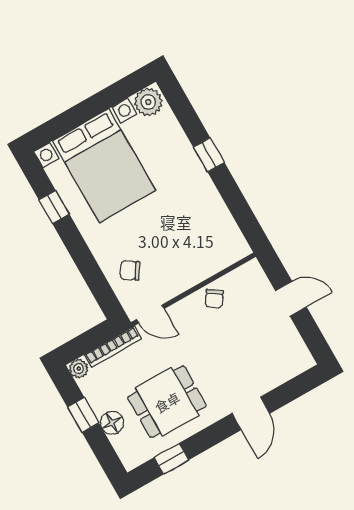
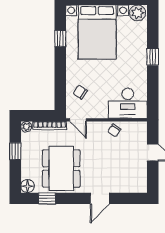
desk: (211, 246) -> (128, 103), added
dining table: (167, 402) -> (61, 169), width x1.38
floor lamp: (112, 423) -> (28, 186), moved

